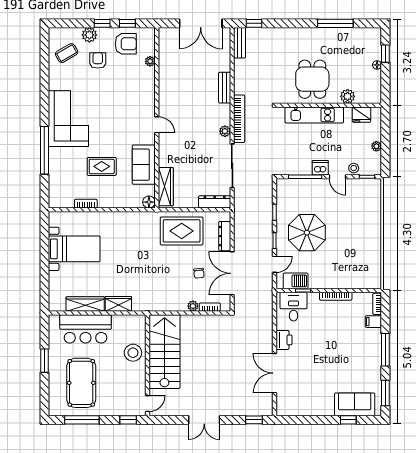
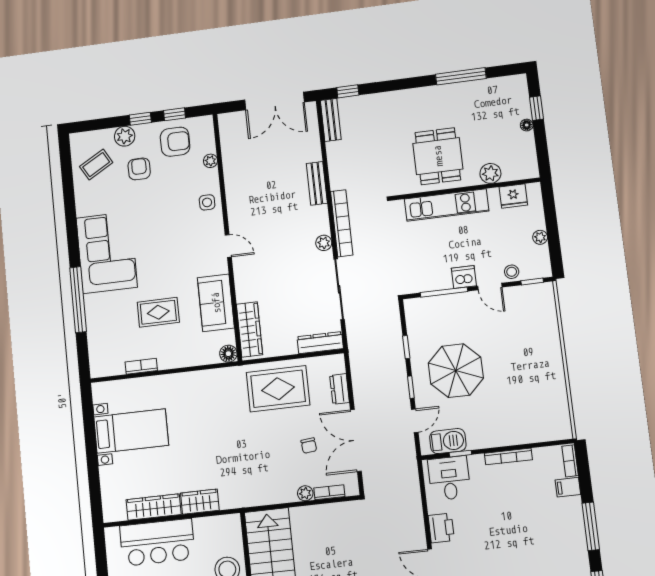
side table: (145, 91) -> (207, 202), added
dresser: (225, 236) -> (340, 389), width x0.70

